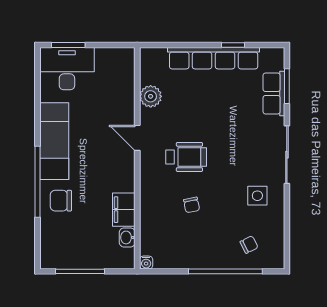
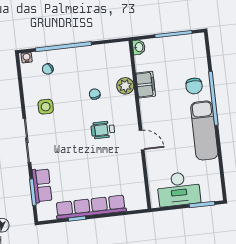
desk: (67, 69) -> (179, 189), moved
plant: (151, 96) -> (125, 86), moved
wheelchair: (186, 157) -> (103, 130), width x0.73, depth x0.73
chair: (61, 201) -> (194, 86), turned 90
washbasin: (127, 237) -> (139, 47), moved
water cooler: (146, 263) -> (27, 58), moved

